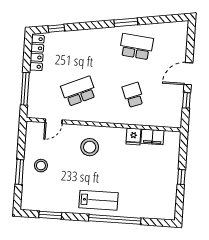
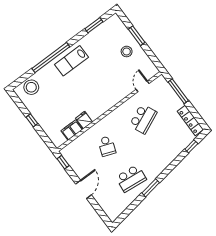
school desk: (133, 95) -> (107, 146), turned 42
window: (186, 100) -> (63, 162), moved
stool: (90, 147) -> (31, 87), moved

